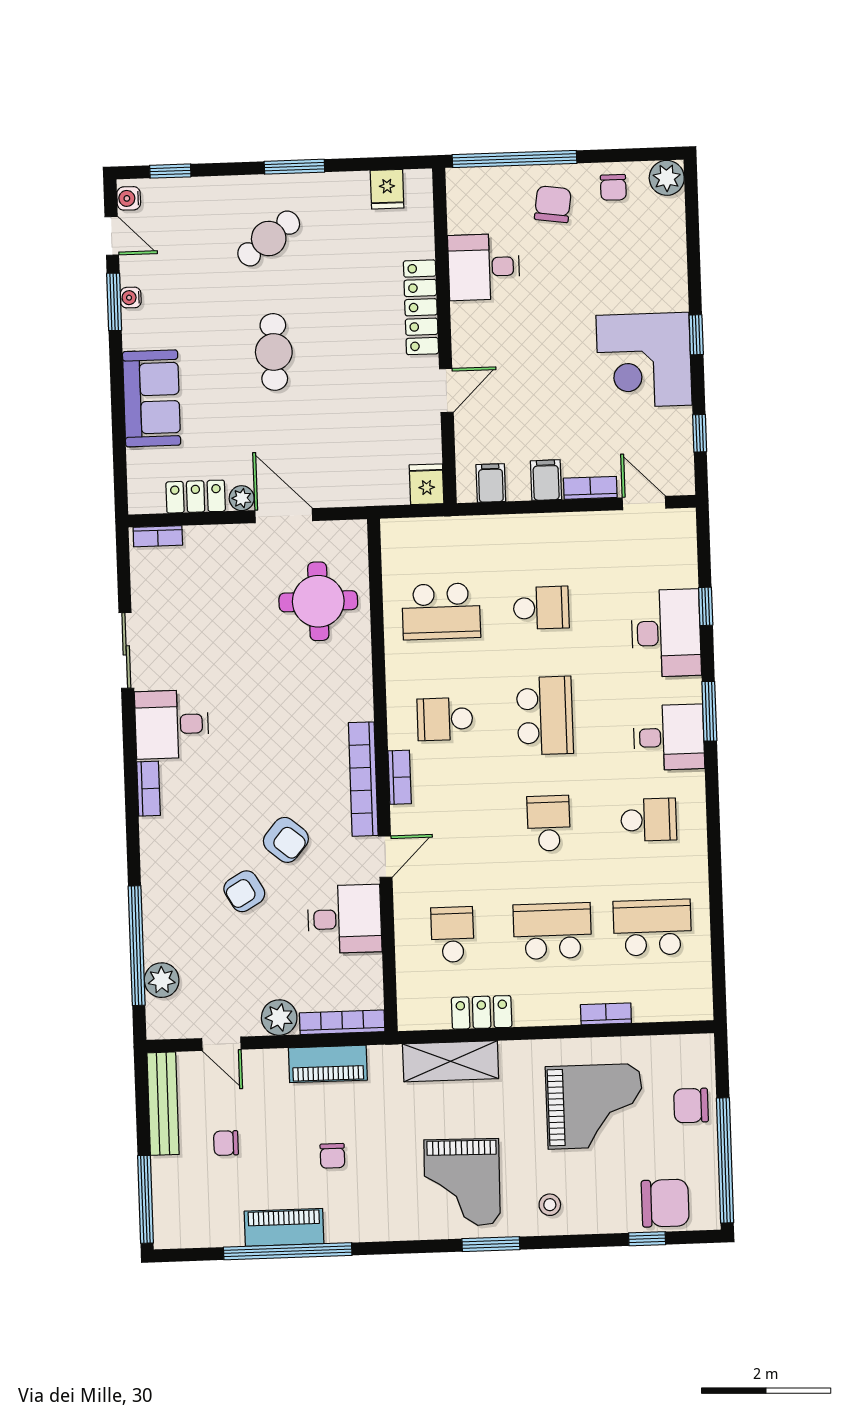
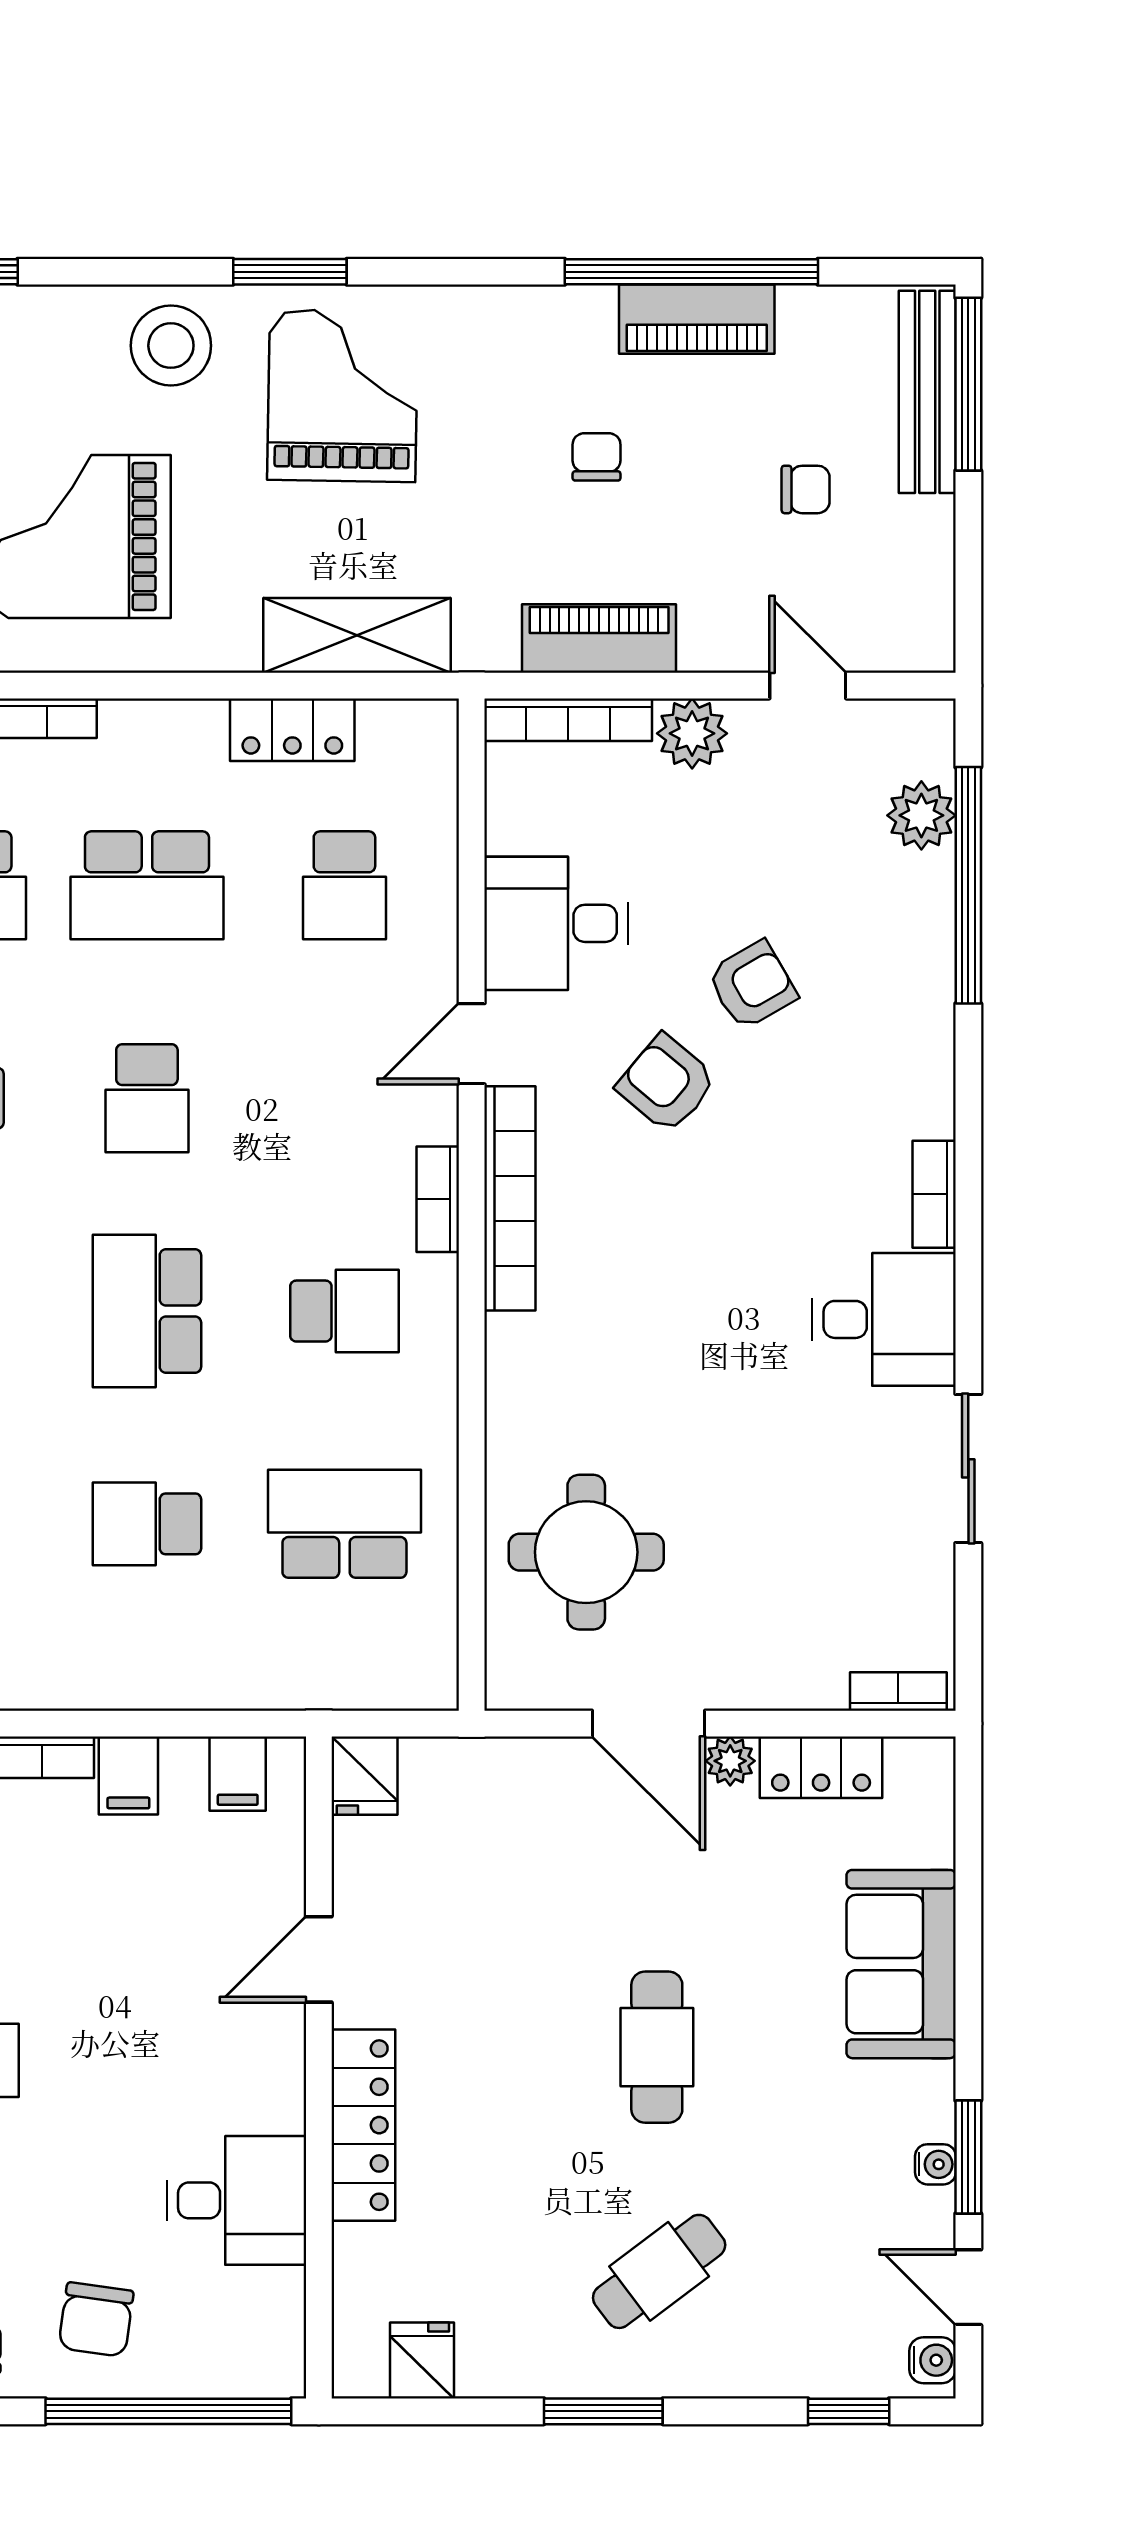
bench: (163, 1104) -> (927, 392), moved
stool: (550, 1205) -> (171, 346), width x1.89, depth x1.89

